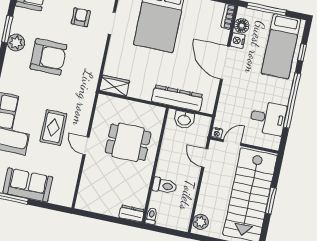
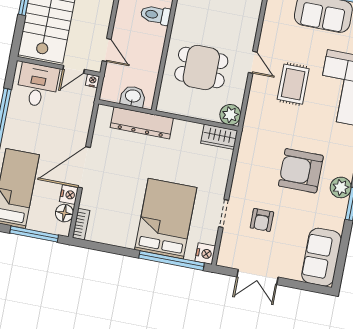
door: (225, 63) -> (84, 167), swing flipped
plant: (105, 103) -> (230, 115), added
desk: (268, 118) -> (37, 85), moved, turned 90

